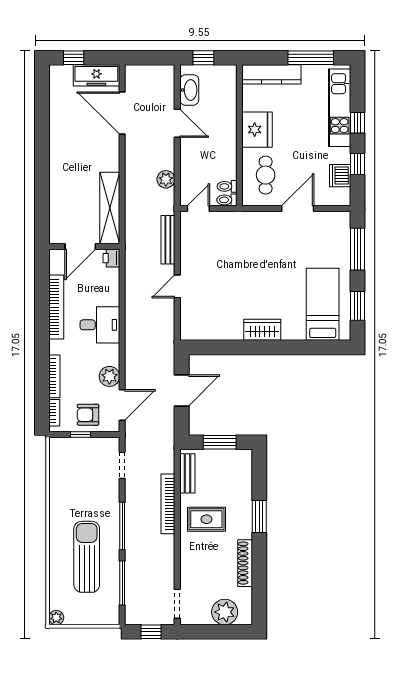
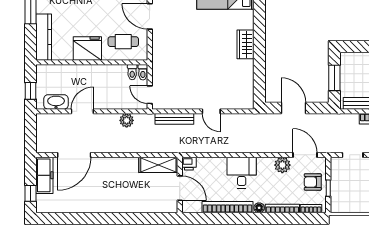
shelving: (110, 208) -> (158, 165), width x0.68
floor lamp: (55, 347) -> (259, 208), added
armchair: (88, 415) -> (313, 182), turned 90

